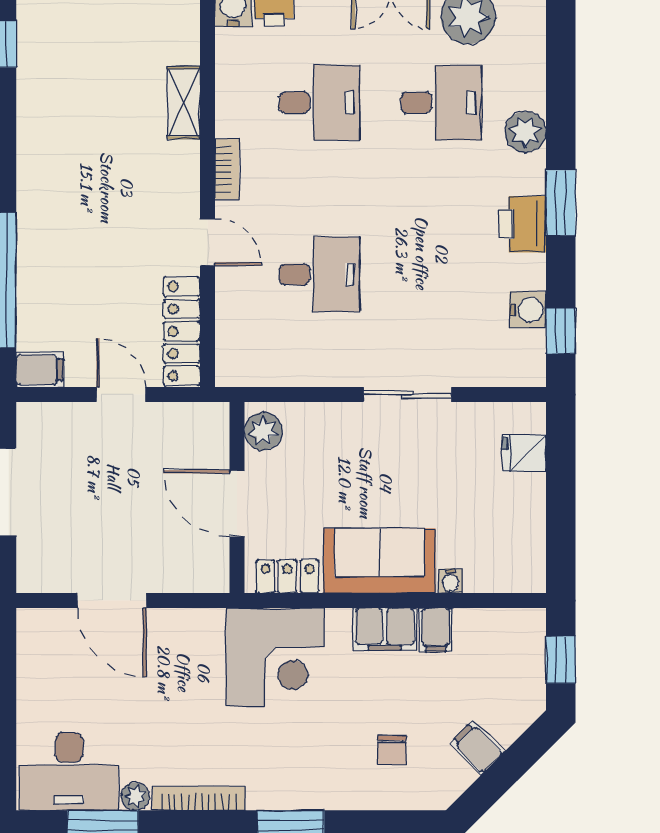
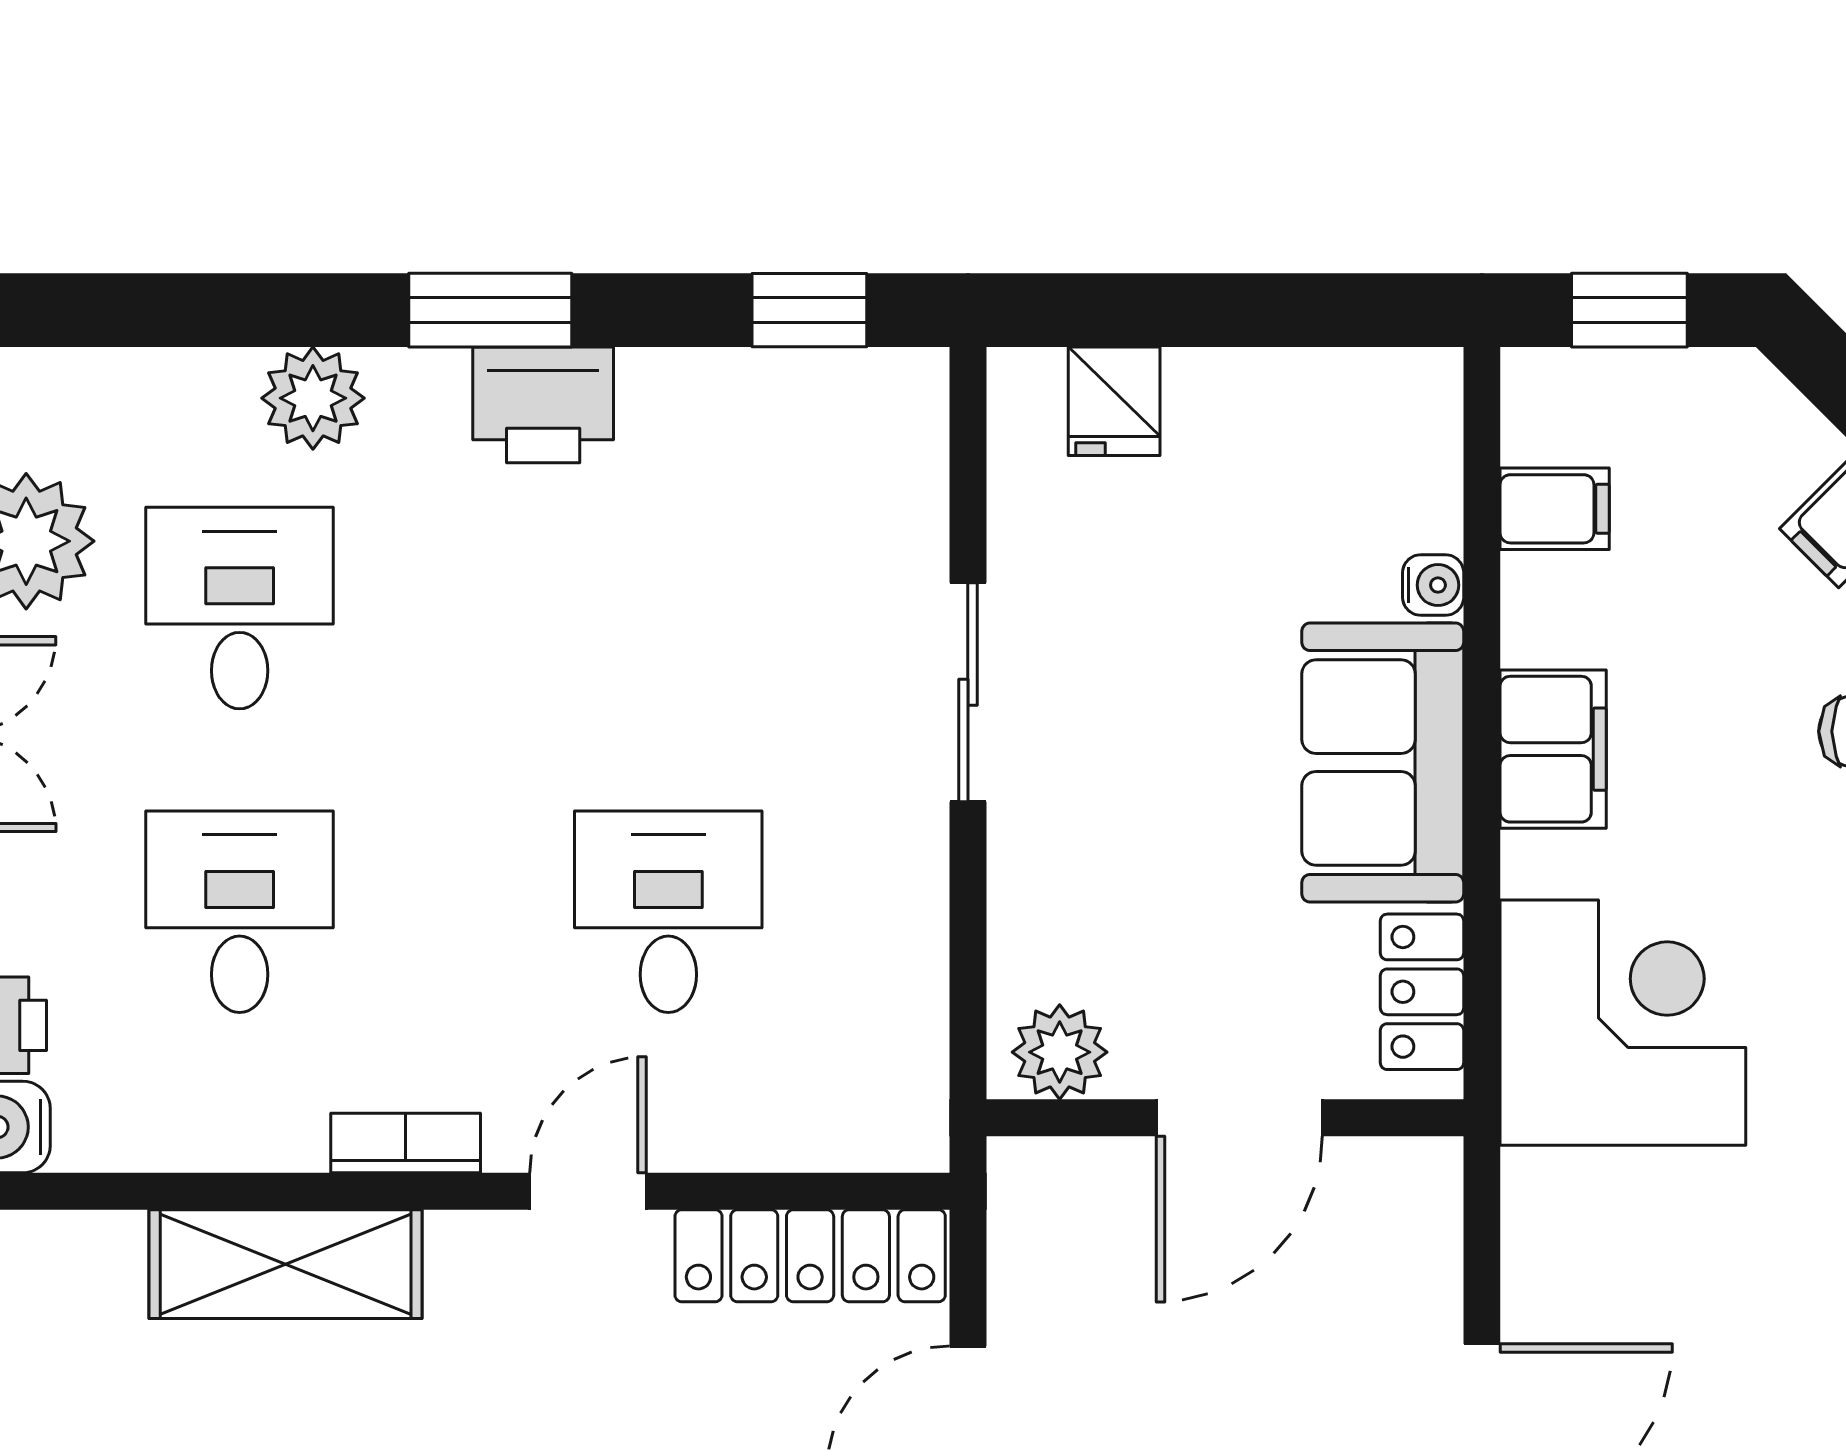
shelving: (184, 103) -> (286, 1264), width x1.50, depth x1.33
water cooler: (528, 310) -> (757, 392), removed
filing cabinet: (436, 630) -> (1555, 509), moved

